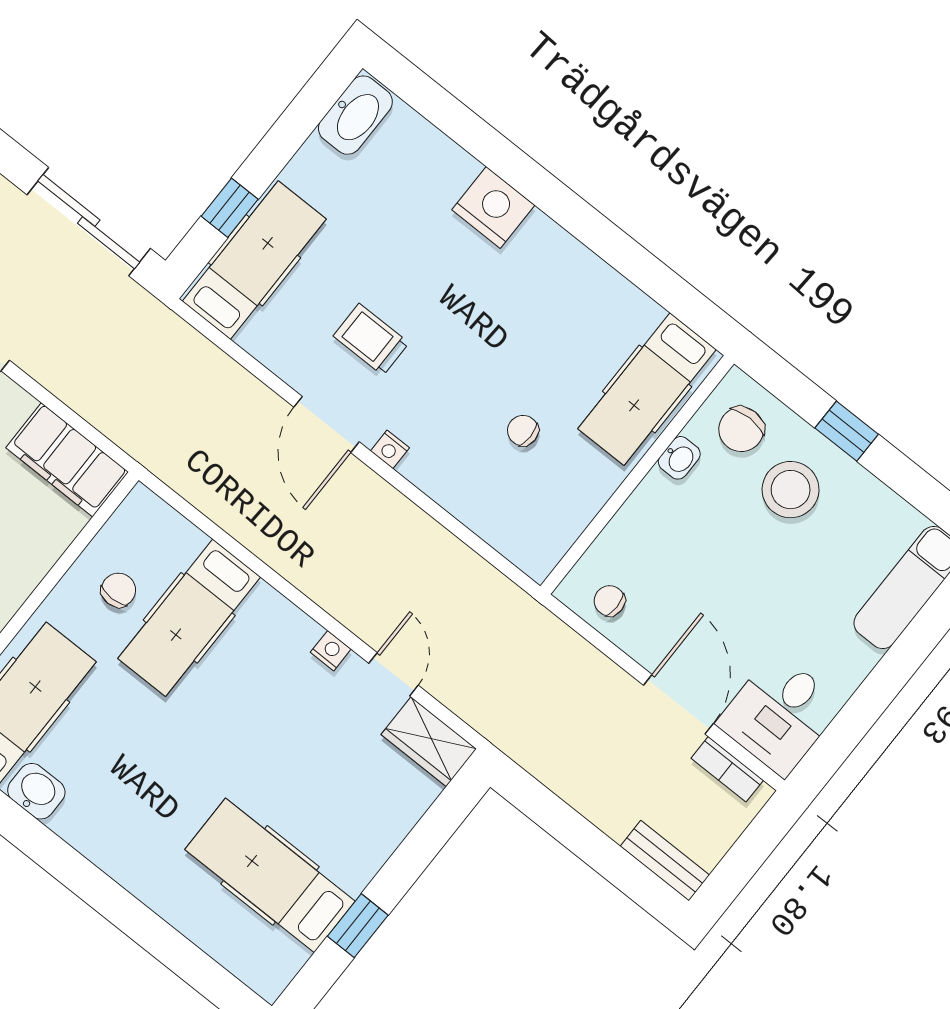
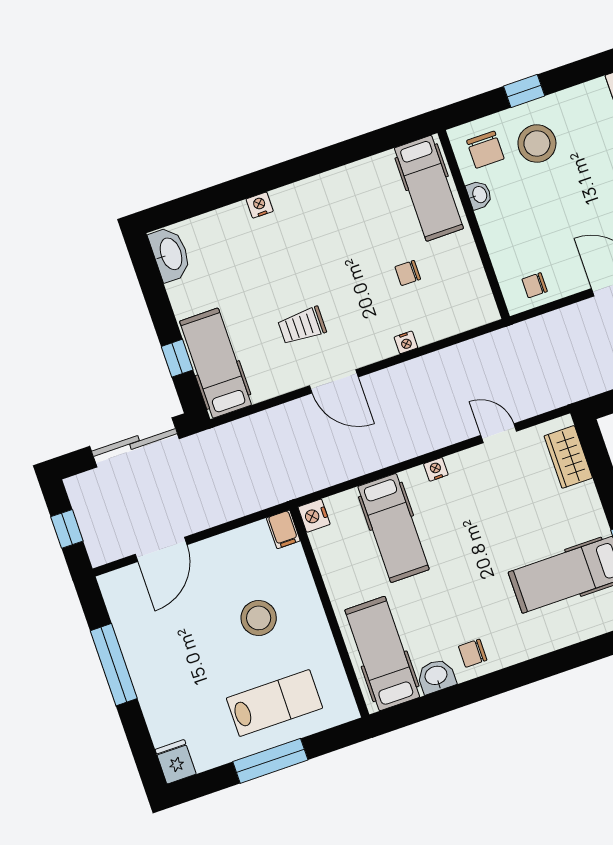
nightstand: (493, 208) -> (260, 205), width x0.53, depth x0.56
nightstand: (390, 449) -> (406, 342), moved
filing cabinet: (67, 460) -> (283, 529), width x0.33, depth x0.86
nightstand: (141, 508) -> (314, 516), added
chair: (118, 590) -> (473, 653), moved, turned -90
nightstand: (331, 651) -> (436, 469), moved
wardrobe: (429, 742) -> (568, 457), moved, turned 90

